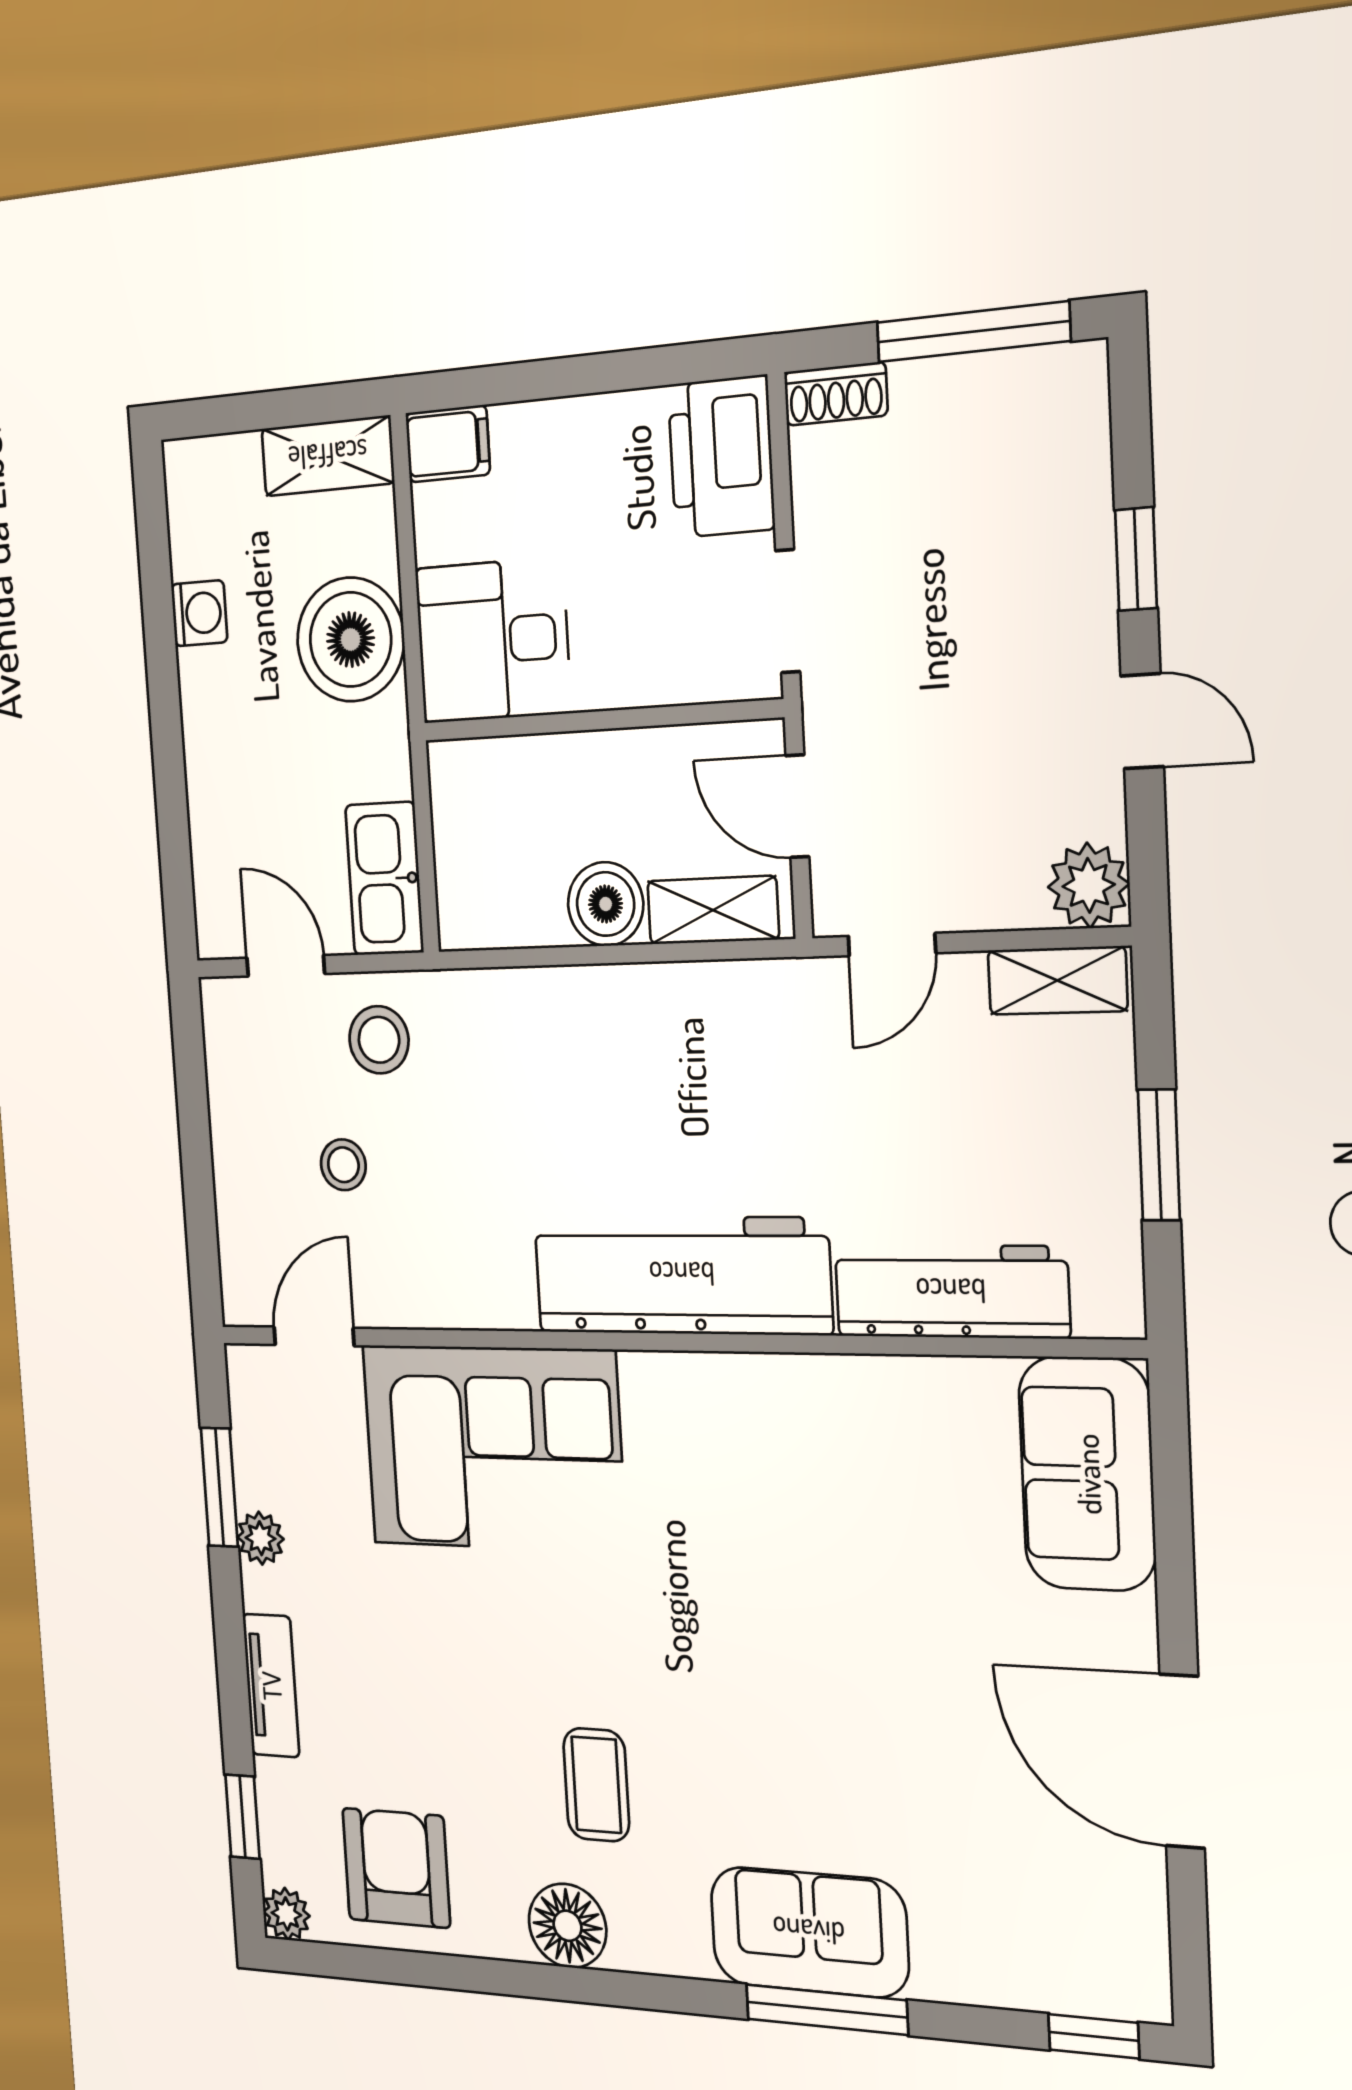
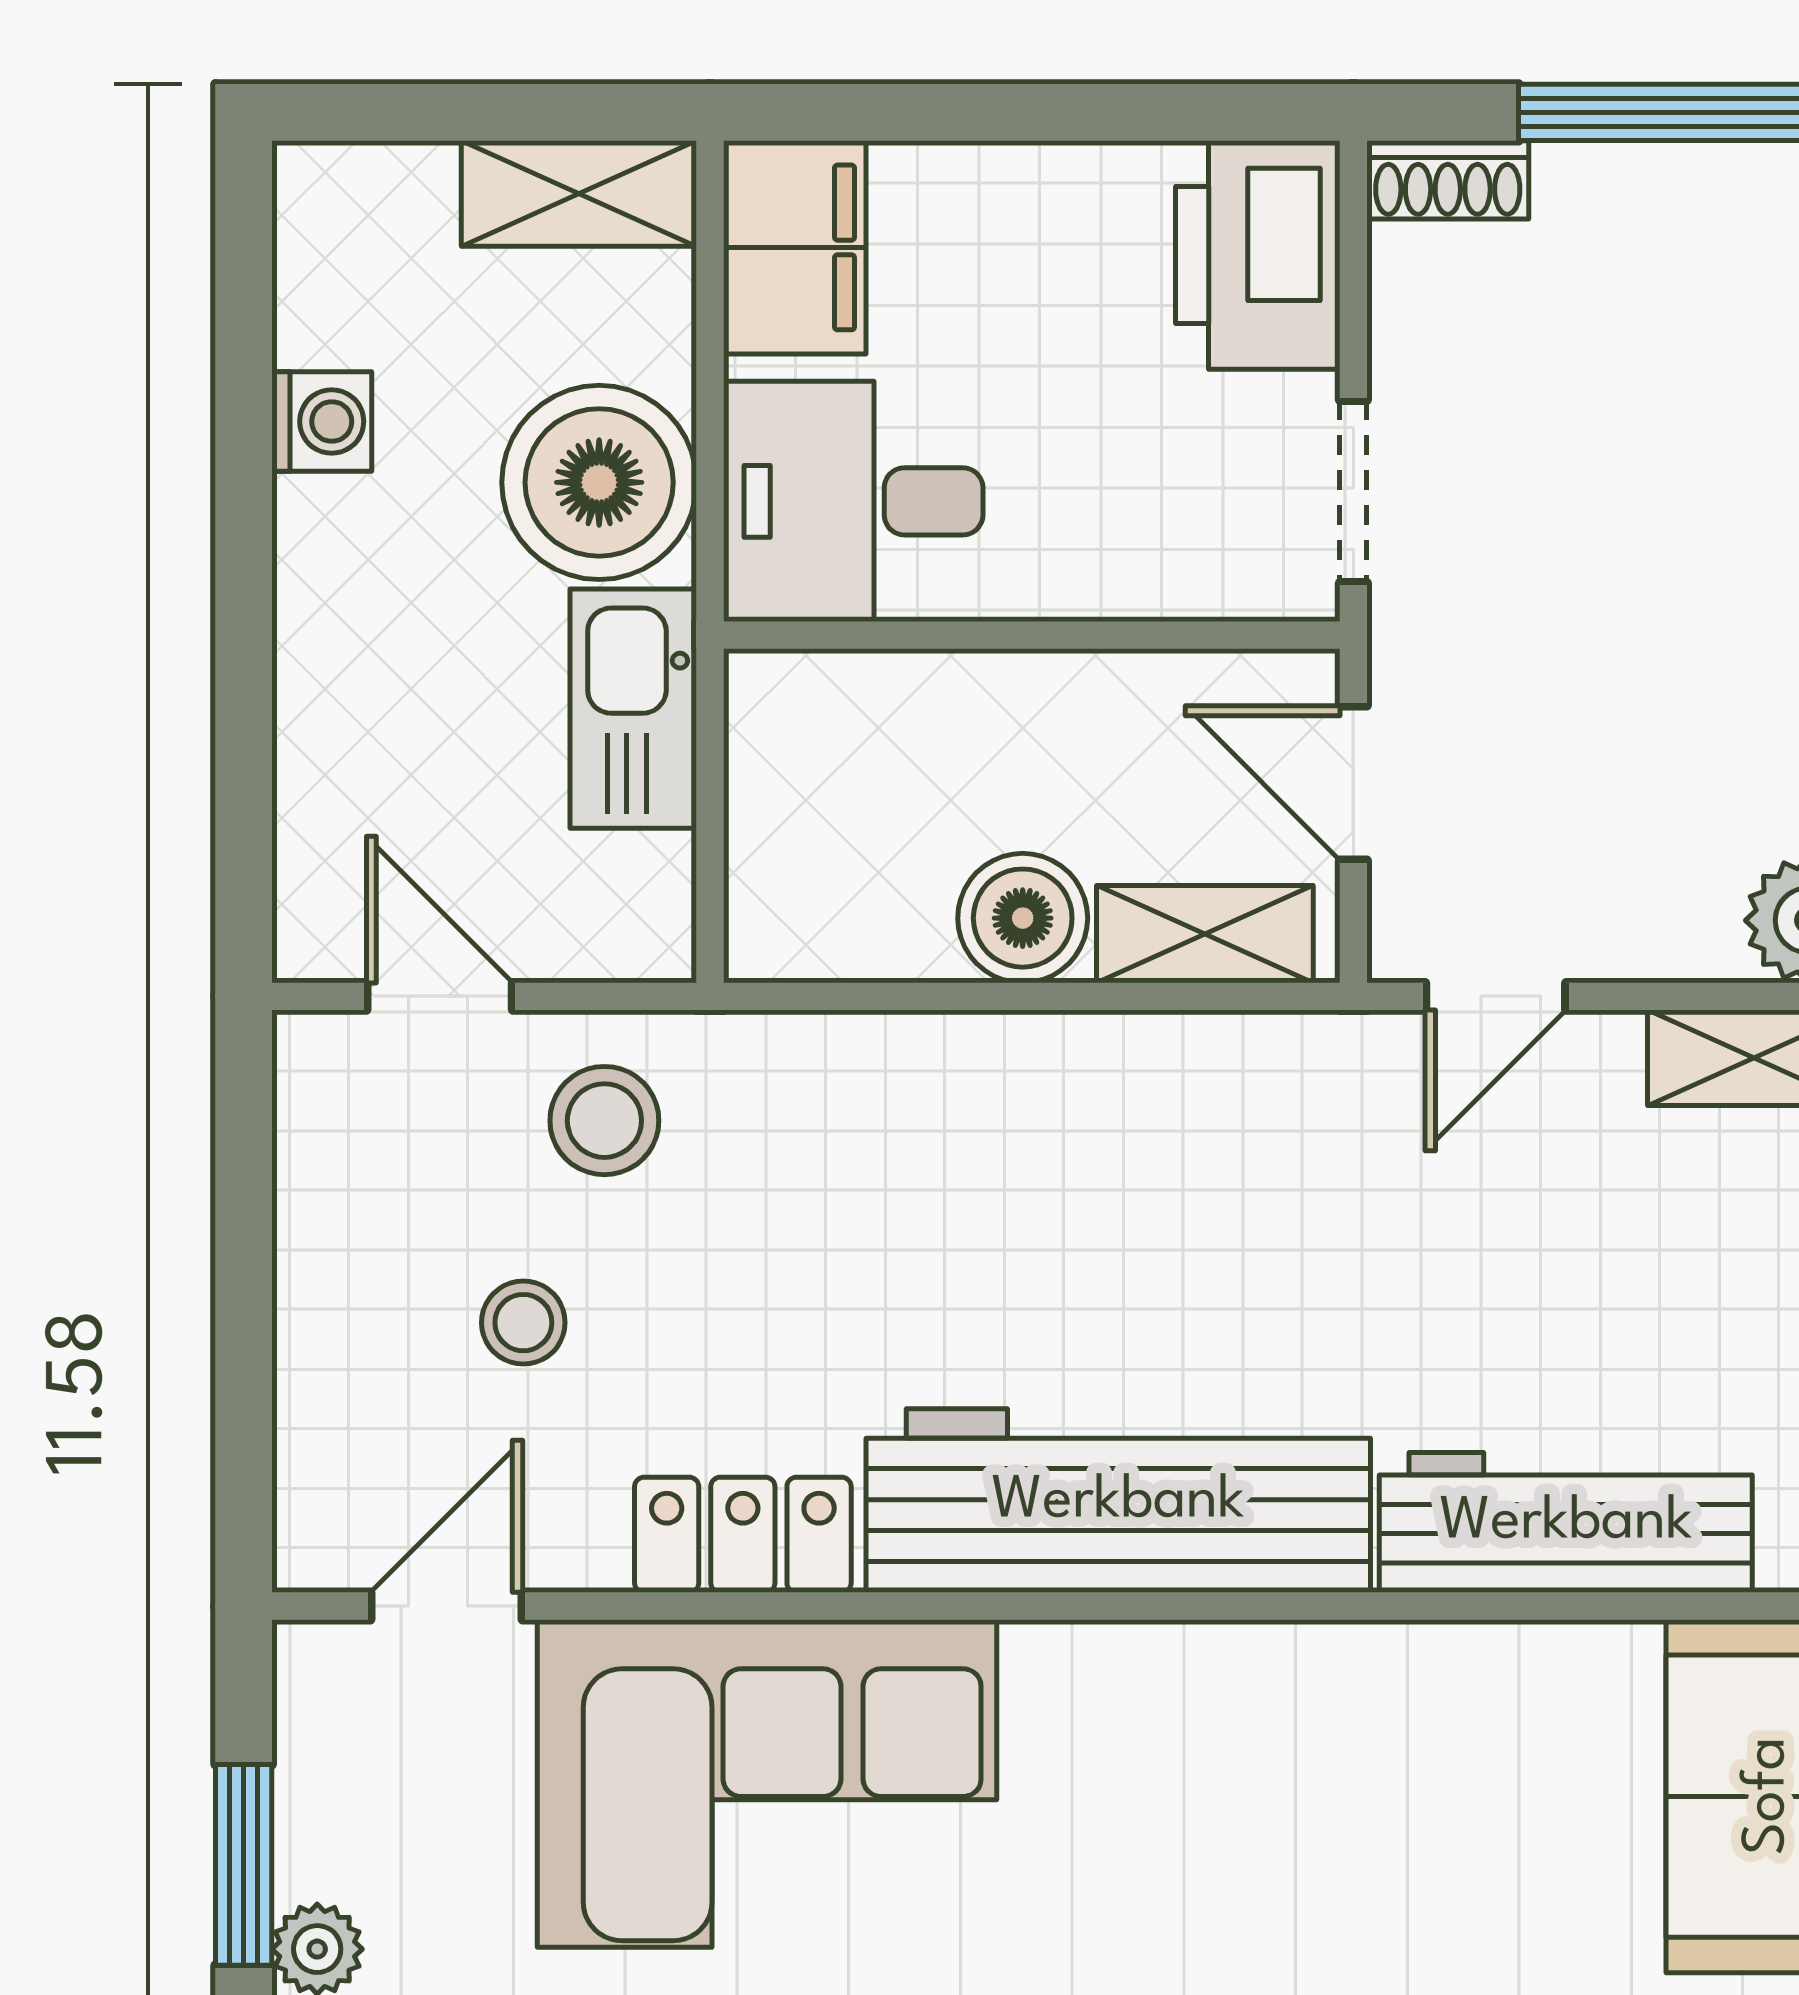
filing cabinet: (448, 444) -> (795, 247), width x2.00
kitchen sink: (384, 879) -> (633, 709), moved
locker: (471, 1295) -> (743, 1535), added

